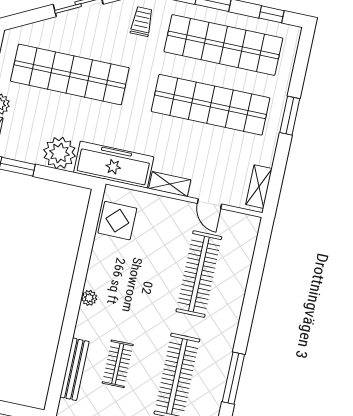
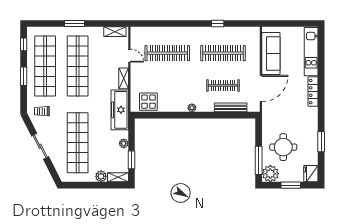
plant: (59, 153) -> (124, 143), width x0.53, depth x0.53
door: (209, 204) -> (129, 56), hinge flipped
clothes rail: (118, 364) -> (223, 85), width x1.36
window: (233, 378) -> (218, 24), width x0.46

